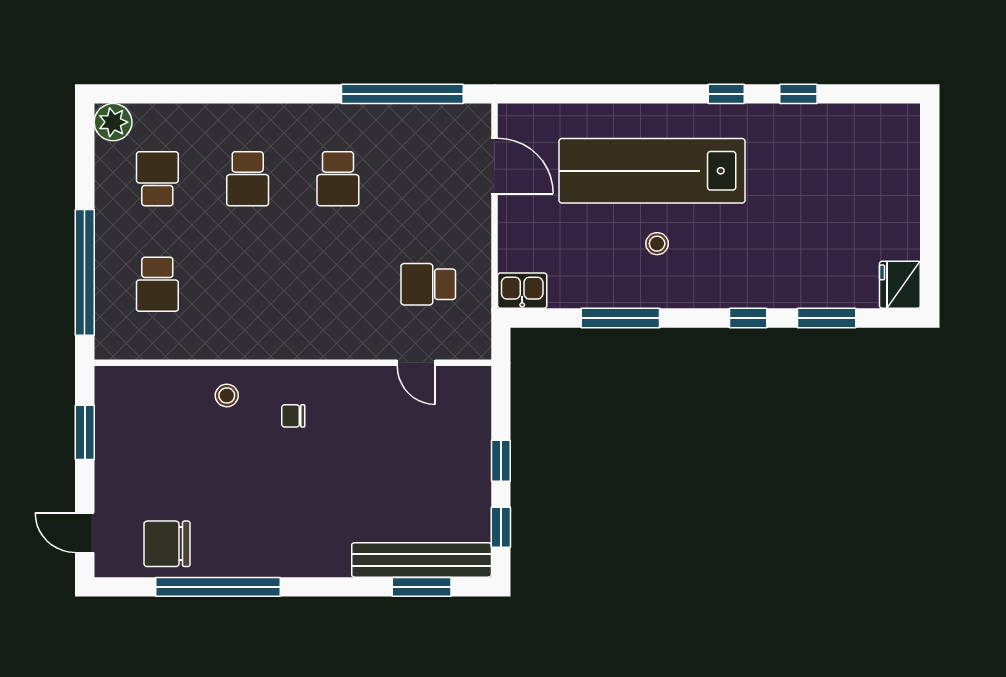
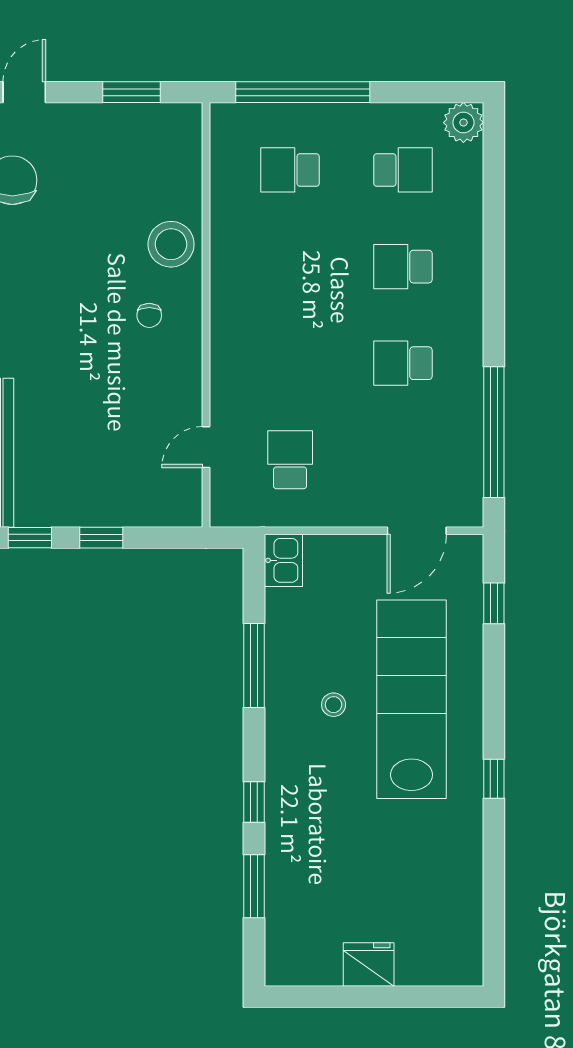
window: (798, 94) -> (494, 603), moved
fridge: (900, 285) -> (369, 965), moved
stool: (227, 395) -> (171, 244), width x1.89, depth x1.89
chair: (293, 416) -> (149, 315), turned 180

